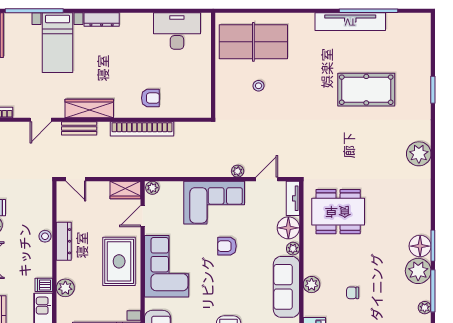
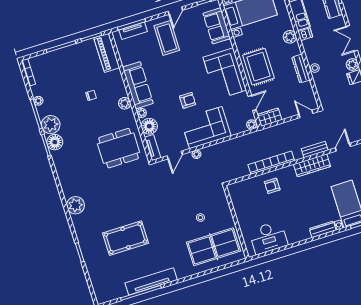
plant: (312, 285) -> (125, 103), moved

